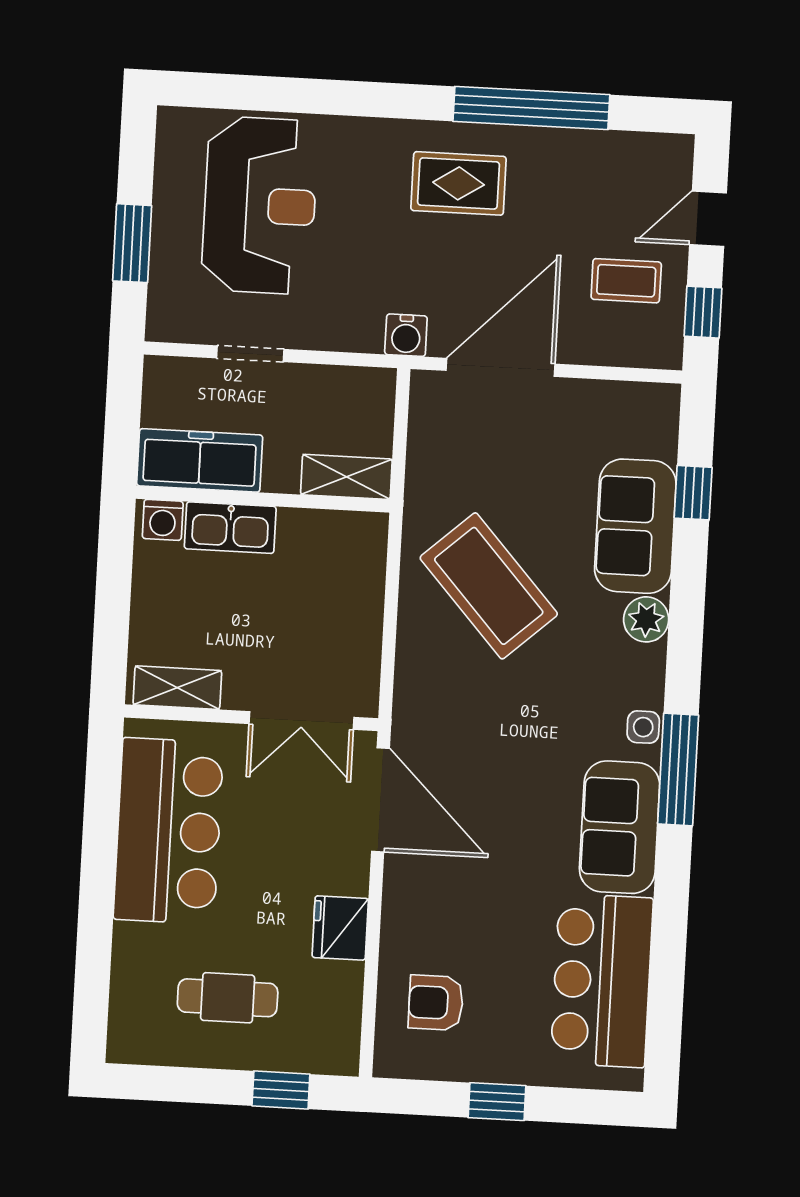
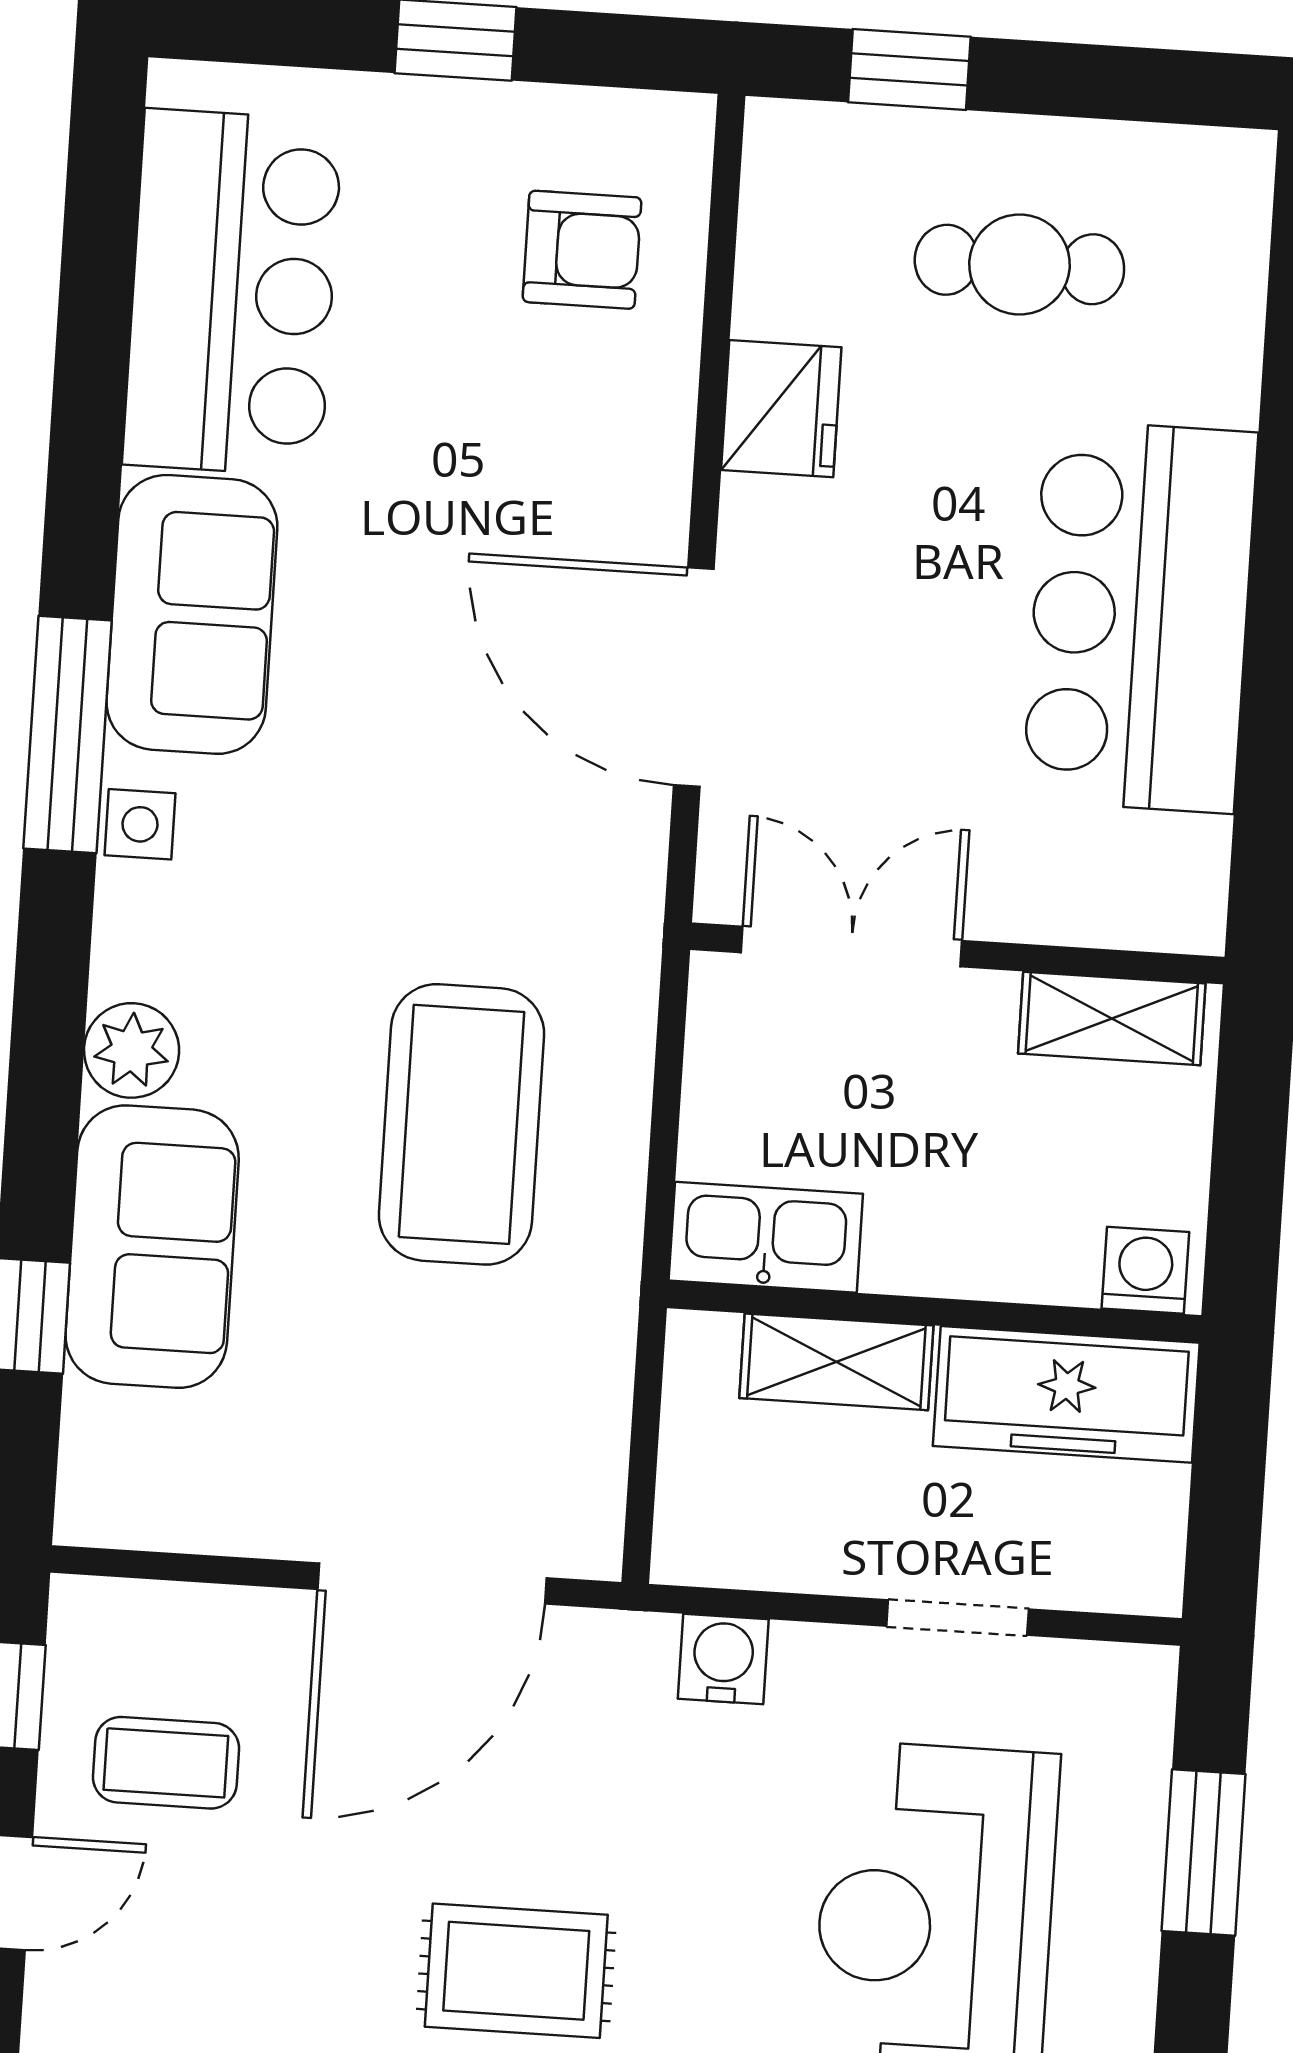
water cooler: (406, 335) -> (723, 1659), moved
shelving: (346, 477) -> (836, 1362), moved
kitchen sink: (230, 528) -> (766, 1237), moved
coffee table: (489, 586) -> (461, 1124), turned 42
shelving: (177, 688) -> (1112, 1018), moved
wall: (251, 718) -> (957, 953), moved
double door: (301, 721) -> (852, 947), moved

